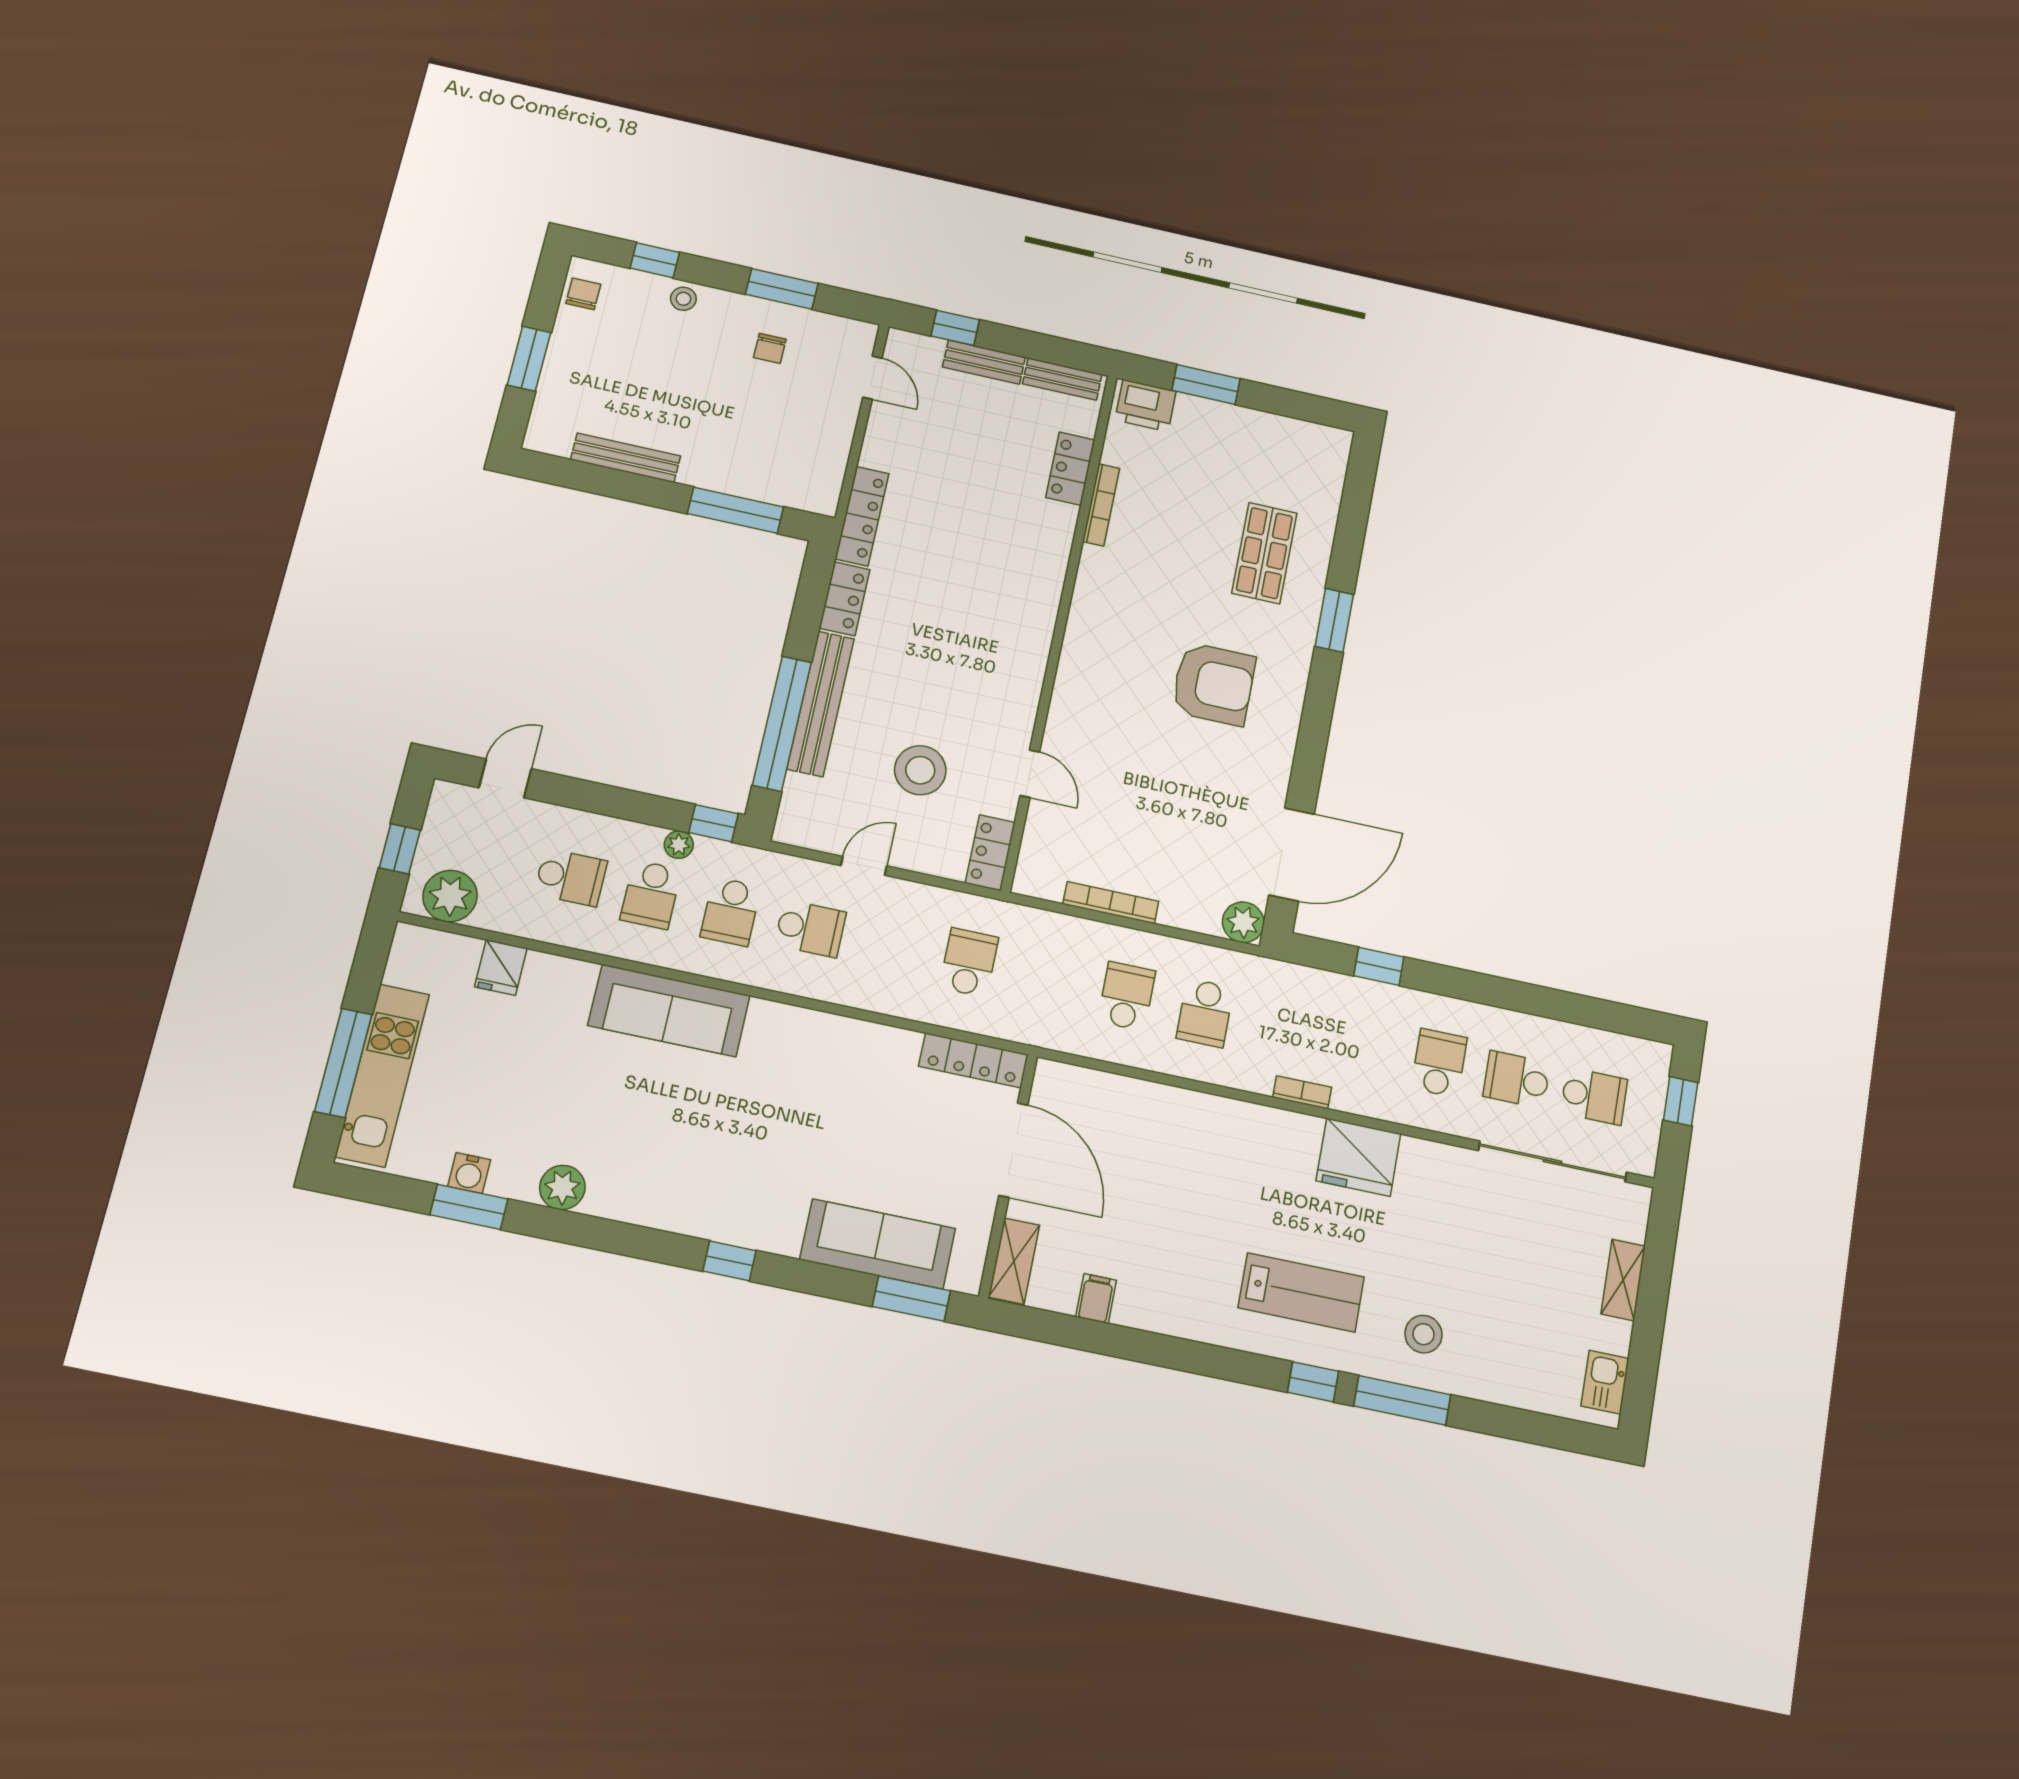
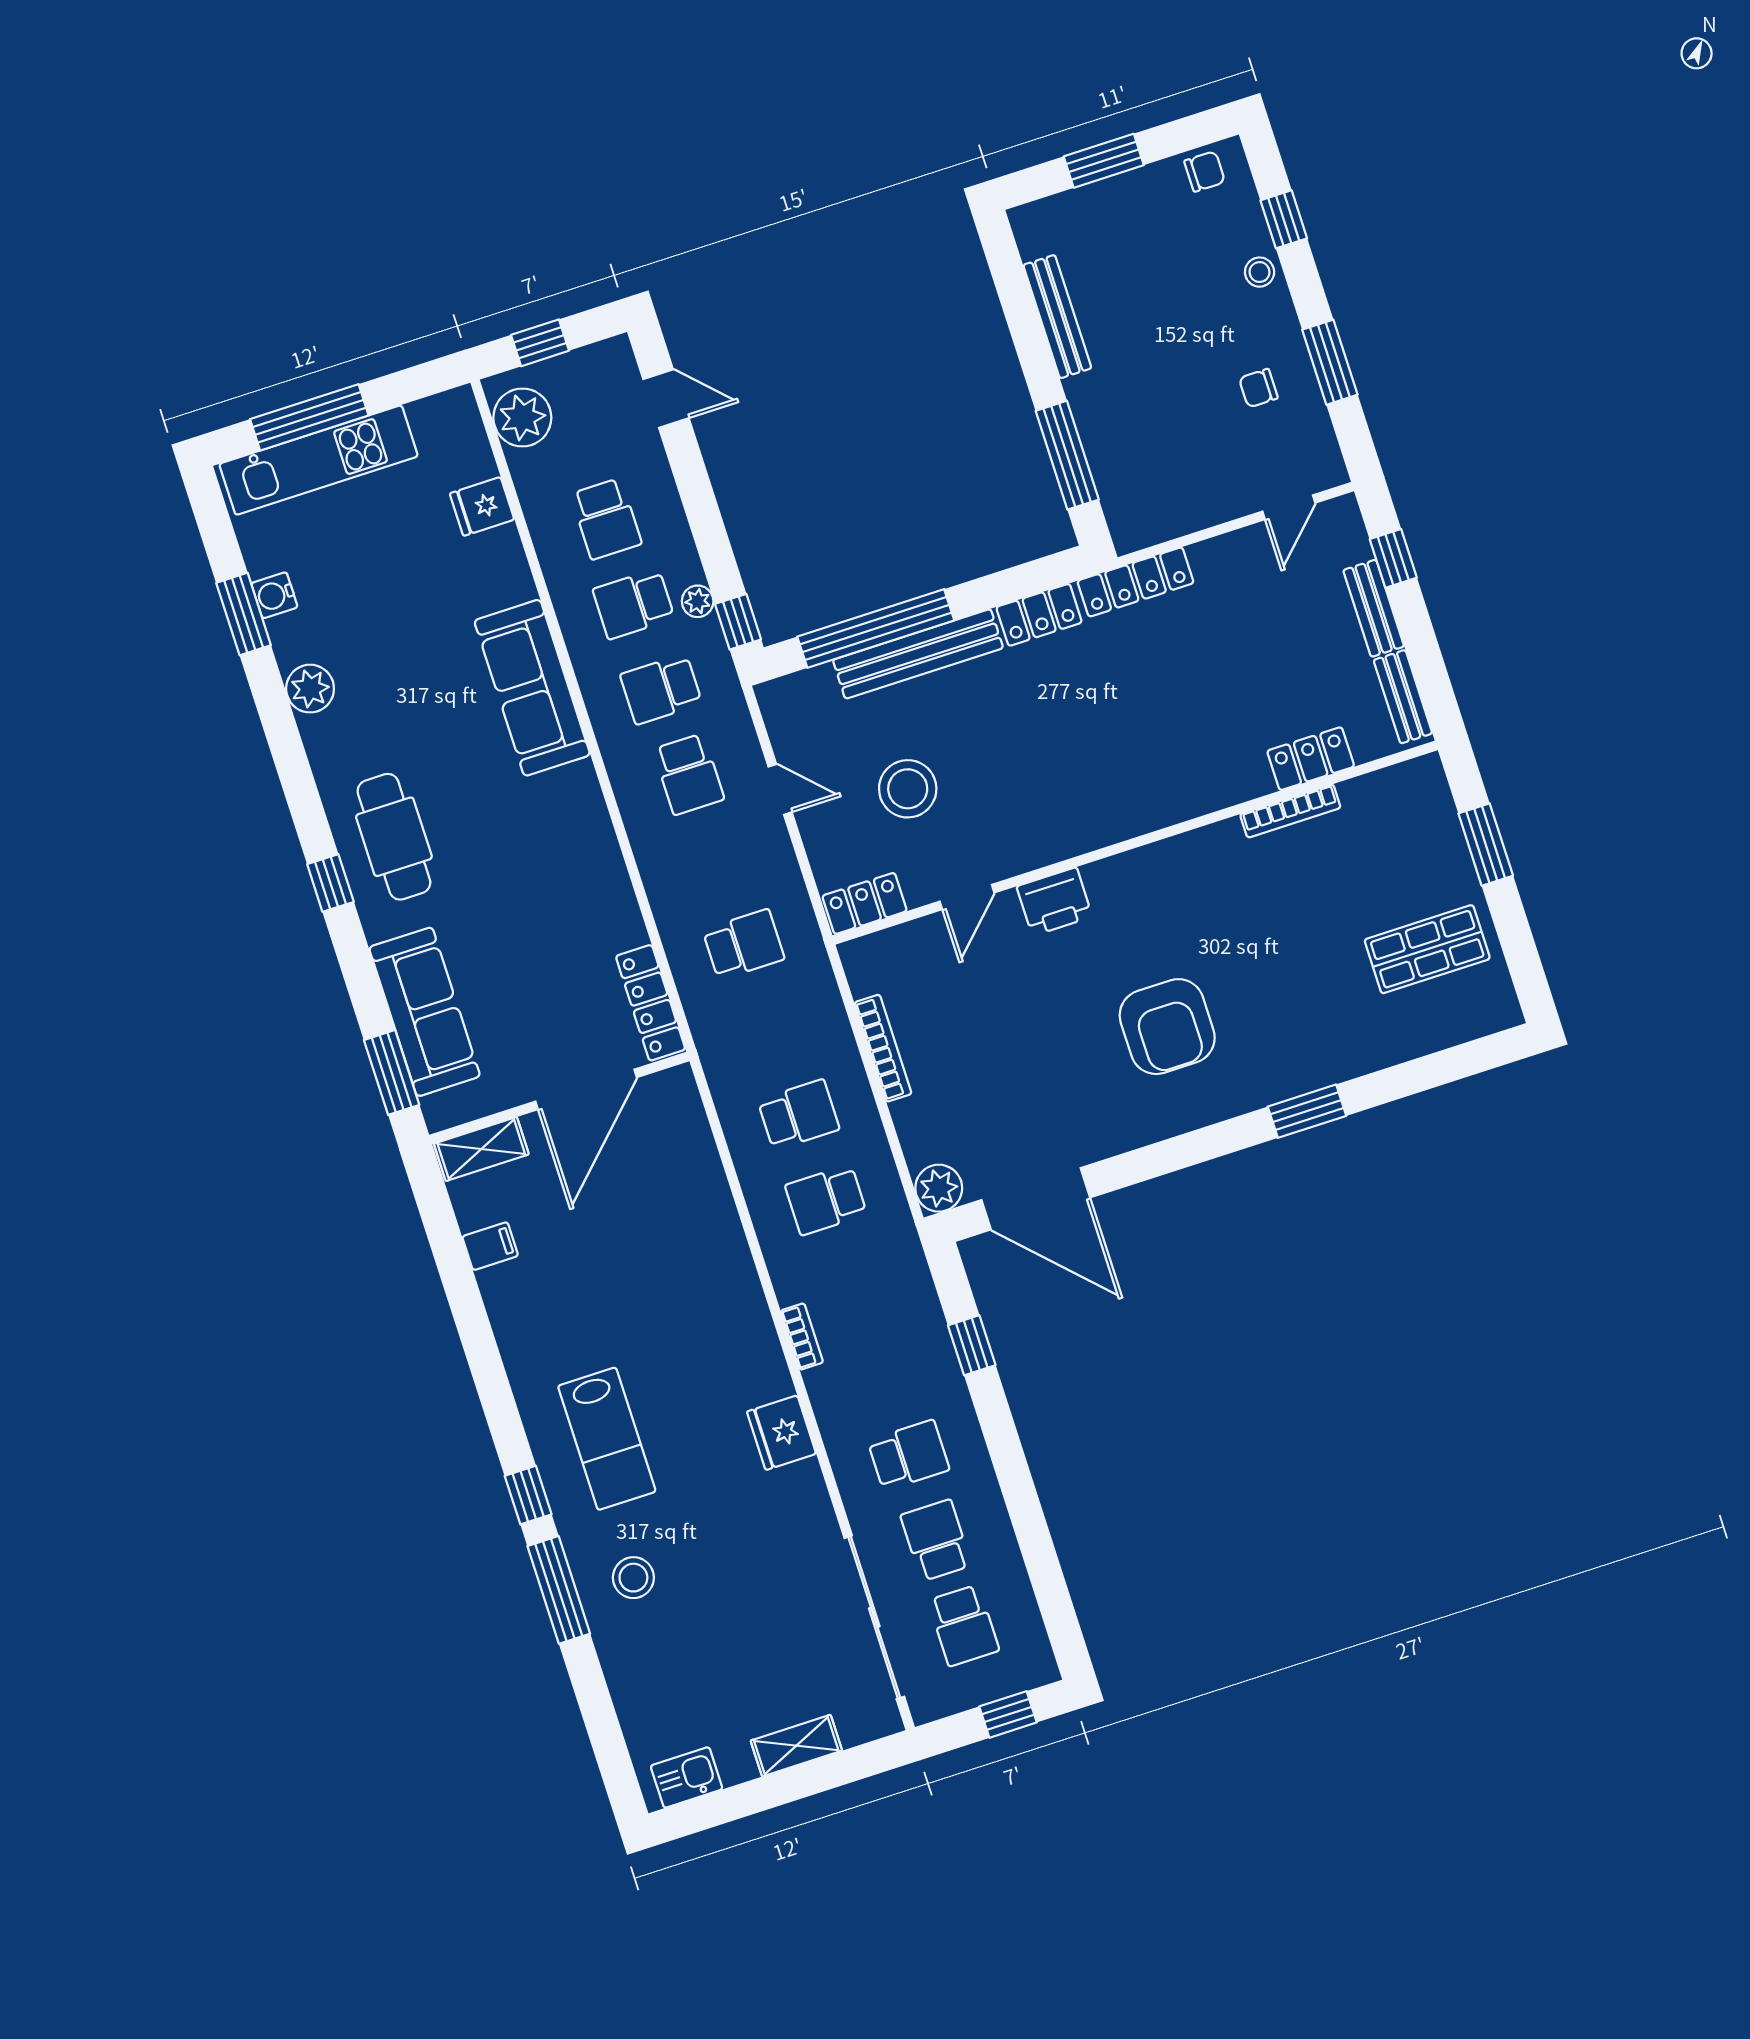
printer: (1146, 406) -> (1054, 902), moved, turned -90
shop shelf: (1264, 553) -> (1427, 949), moved
fridge: (1358, 1157) -> (781, 1433), width x0.73, depth x0.75
cafe table: (722, 1188) -> (394, 837), added

